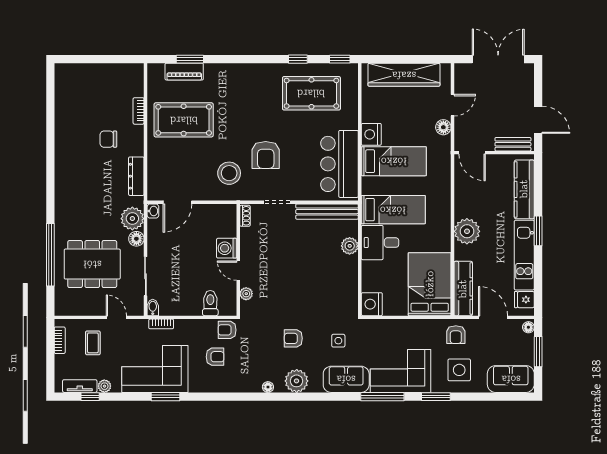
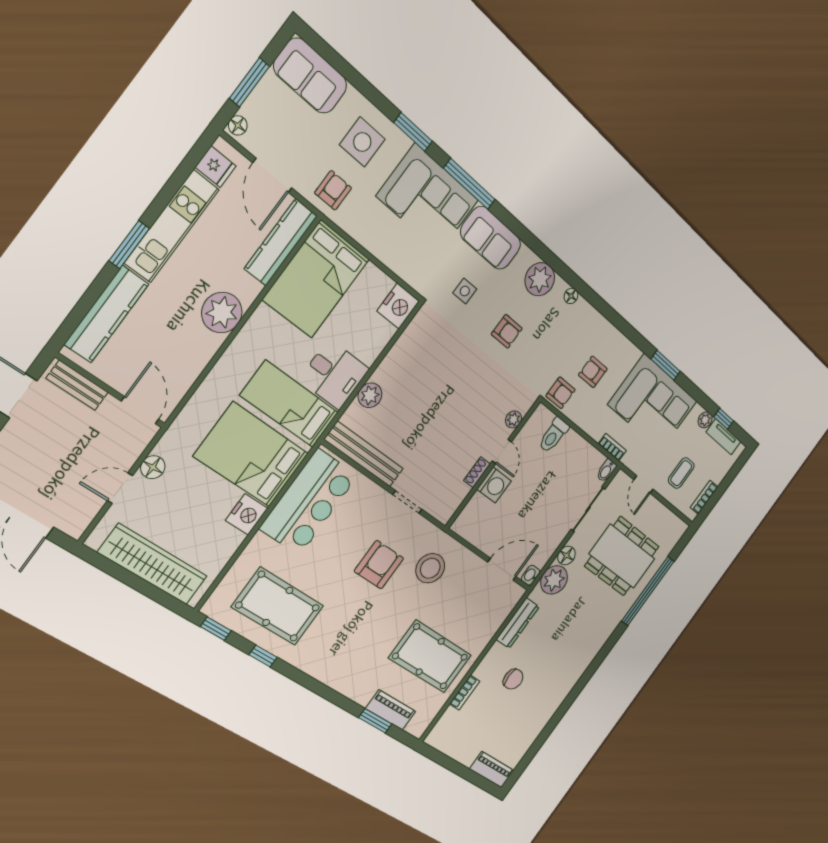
piano: (73, 71) -> (492, 770), added
bed: (394, 161) -> (251, 455), width x1.50
shoe rack: (245, 216) -> (477, 472), moved

